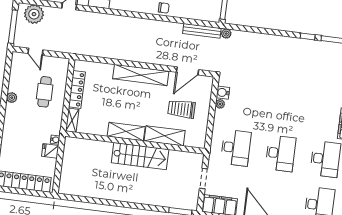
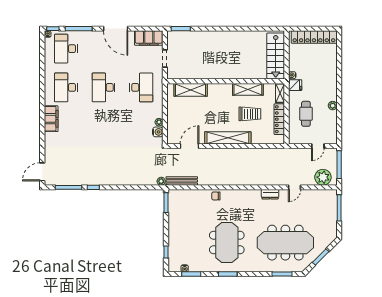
door: (35, 52) -> (318, 146), swing flipped
trolley: (181, 109) -> (250, 114), moved
shelving: (126, 132) -> (248, 89), moved
shelving: (165, 136) -> (191, 90), moved
desk: (236, 148) -> (141, 87), turned 180
fridge: (50, 151) -> (295, 85), moved
stairs: (140, 156) -> (276, 56), moved, turned -90

